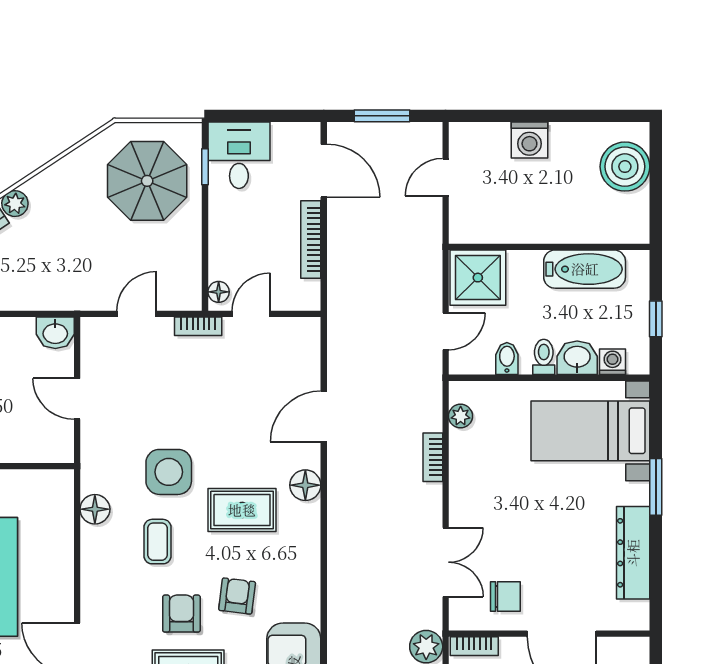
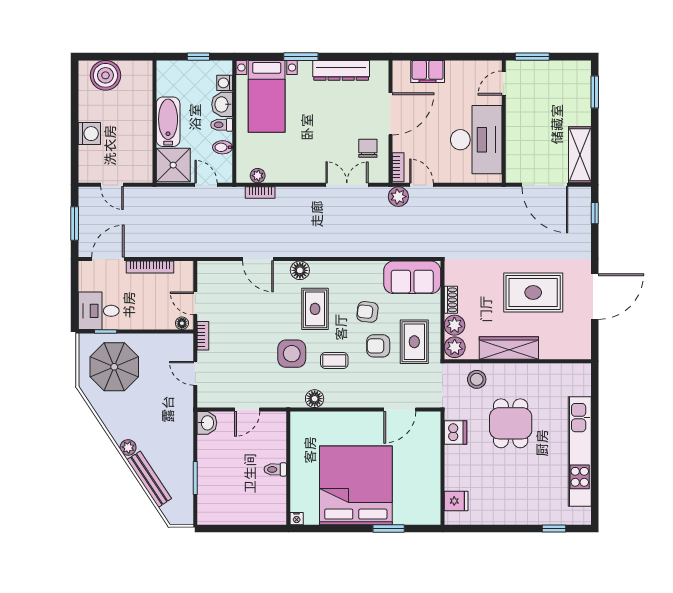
bathtub: (585, 269) -> (168, 122), moved
bookcase: (433, 457) -> (260, 193), moved

